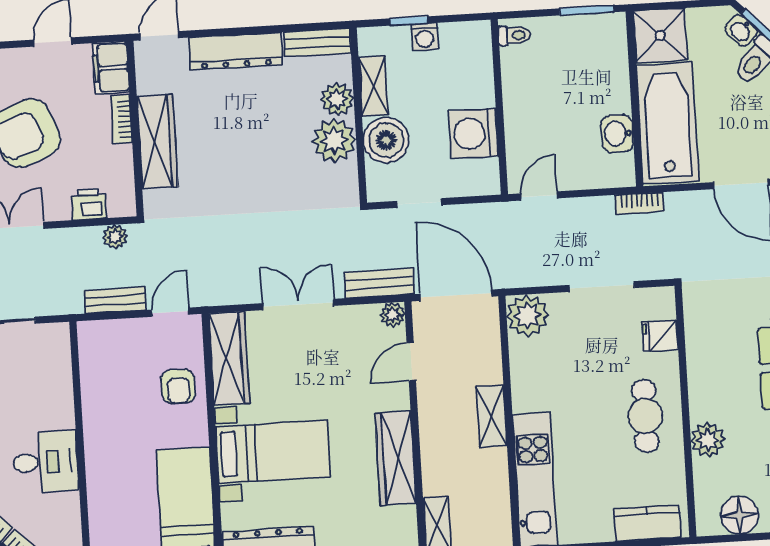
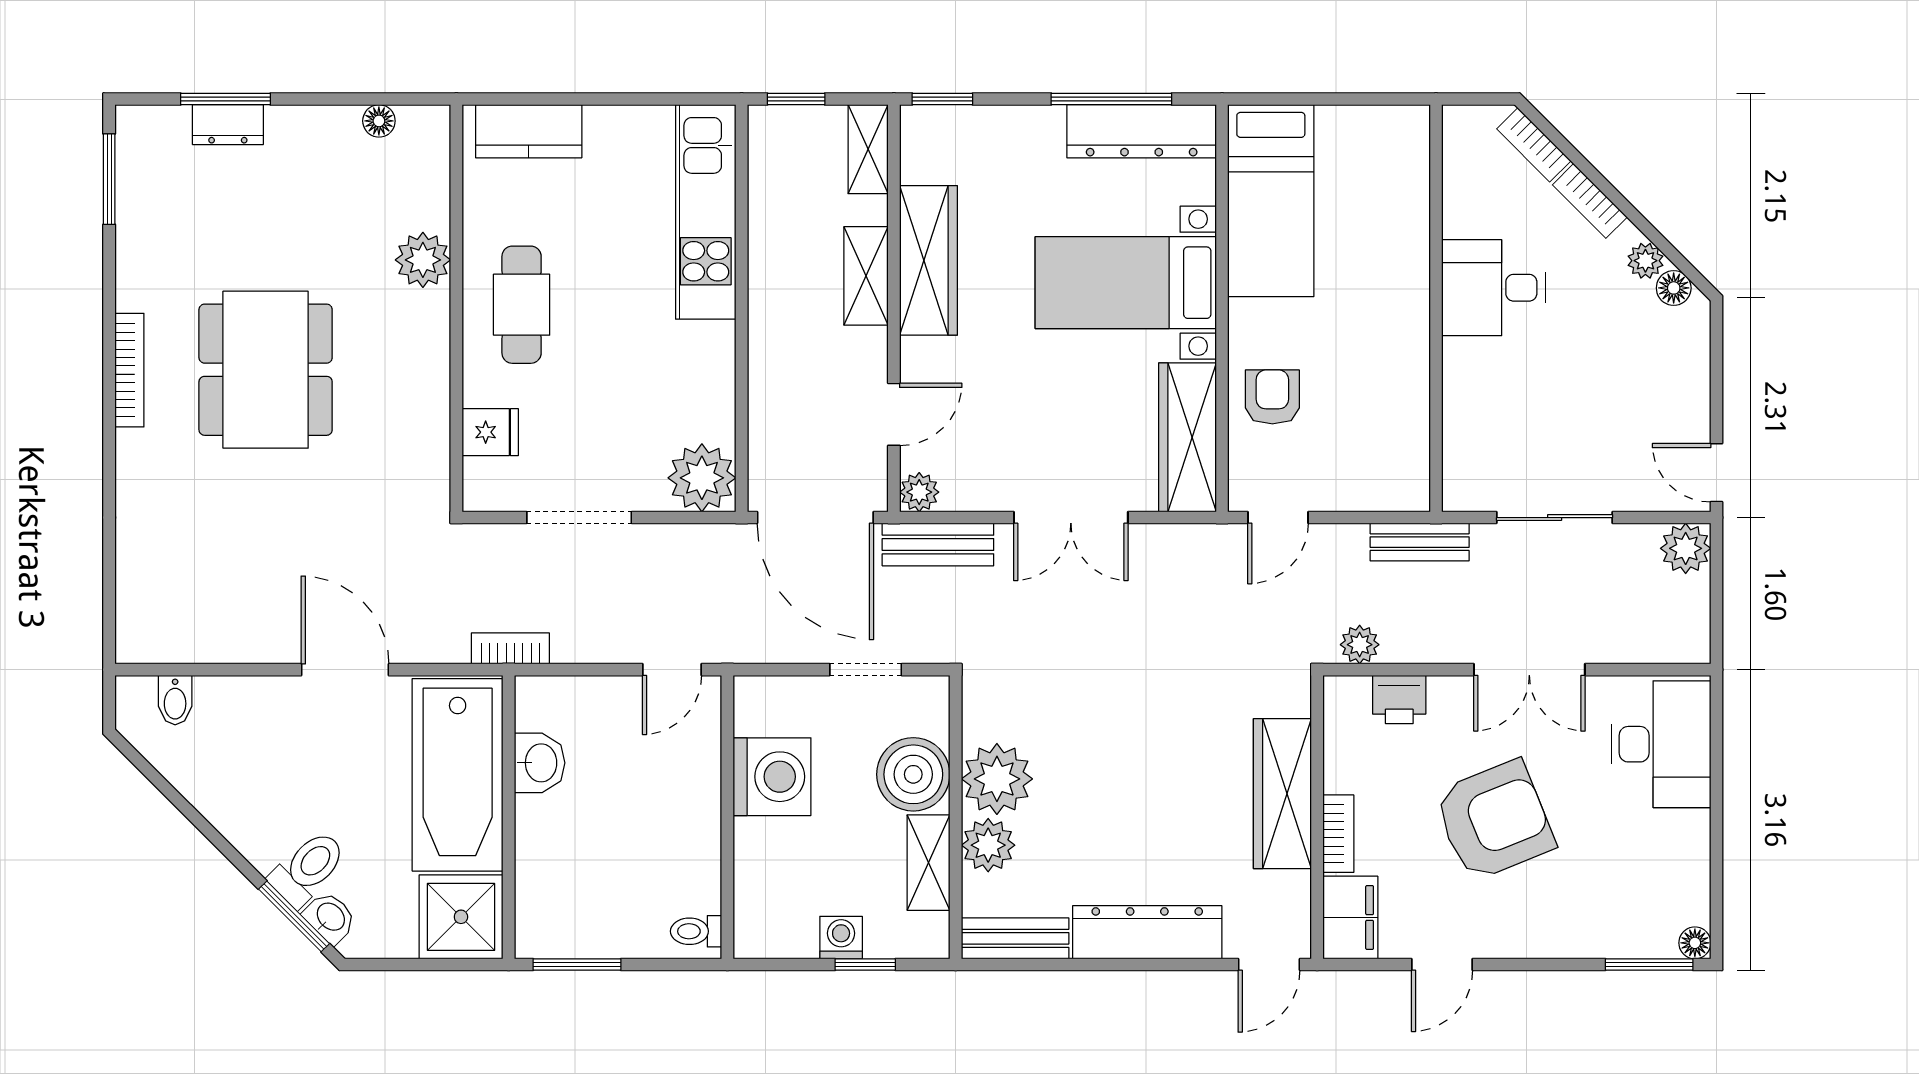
bench: (115, 300) -> (1420, 542), moved
shelving: (492, 416) -> (866, 276), moved
floor lamp: (740, 515) -> (379, 121), width x0.53, depth x0.53

